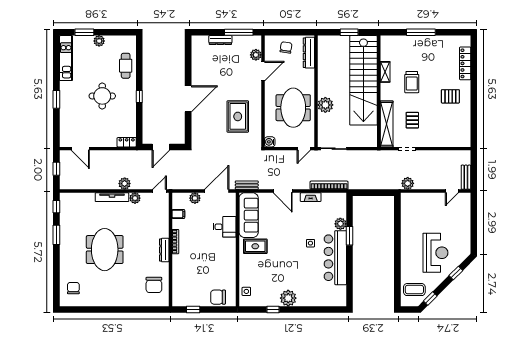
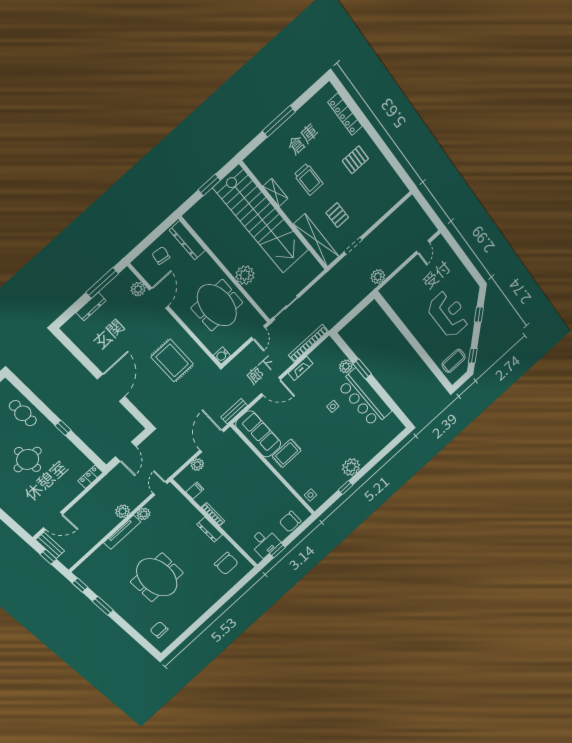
bench: (466, 177) -> (50, 545), moved
desk: (225, 227) -> (264, 542), moved, turned 90

